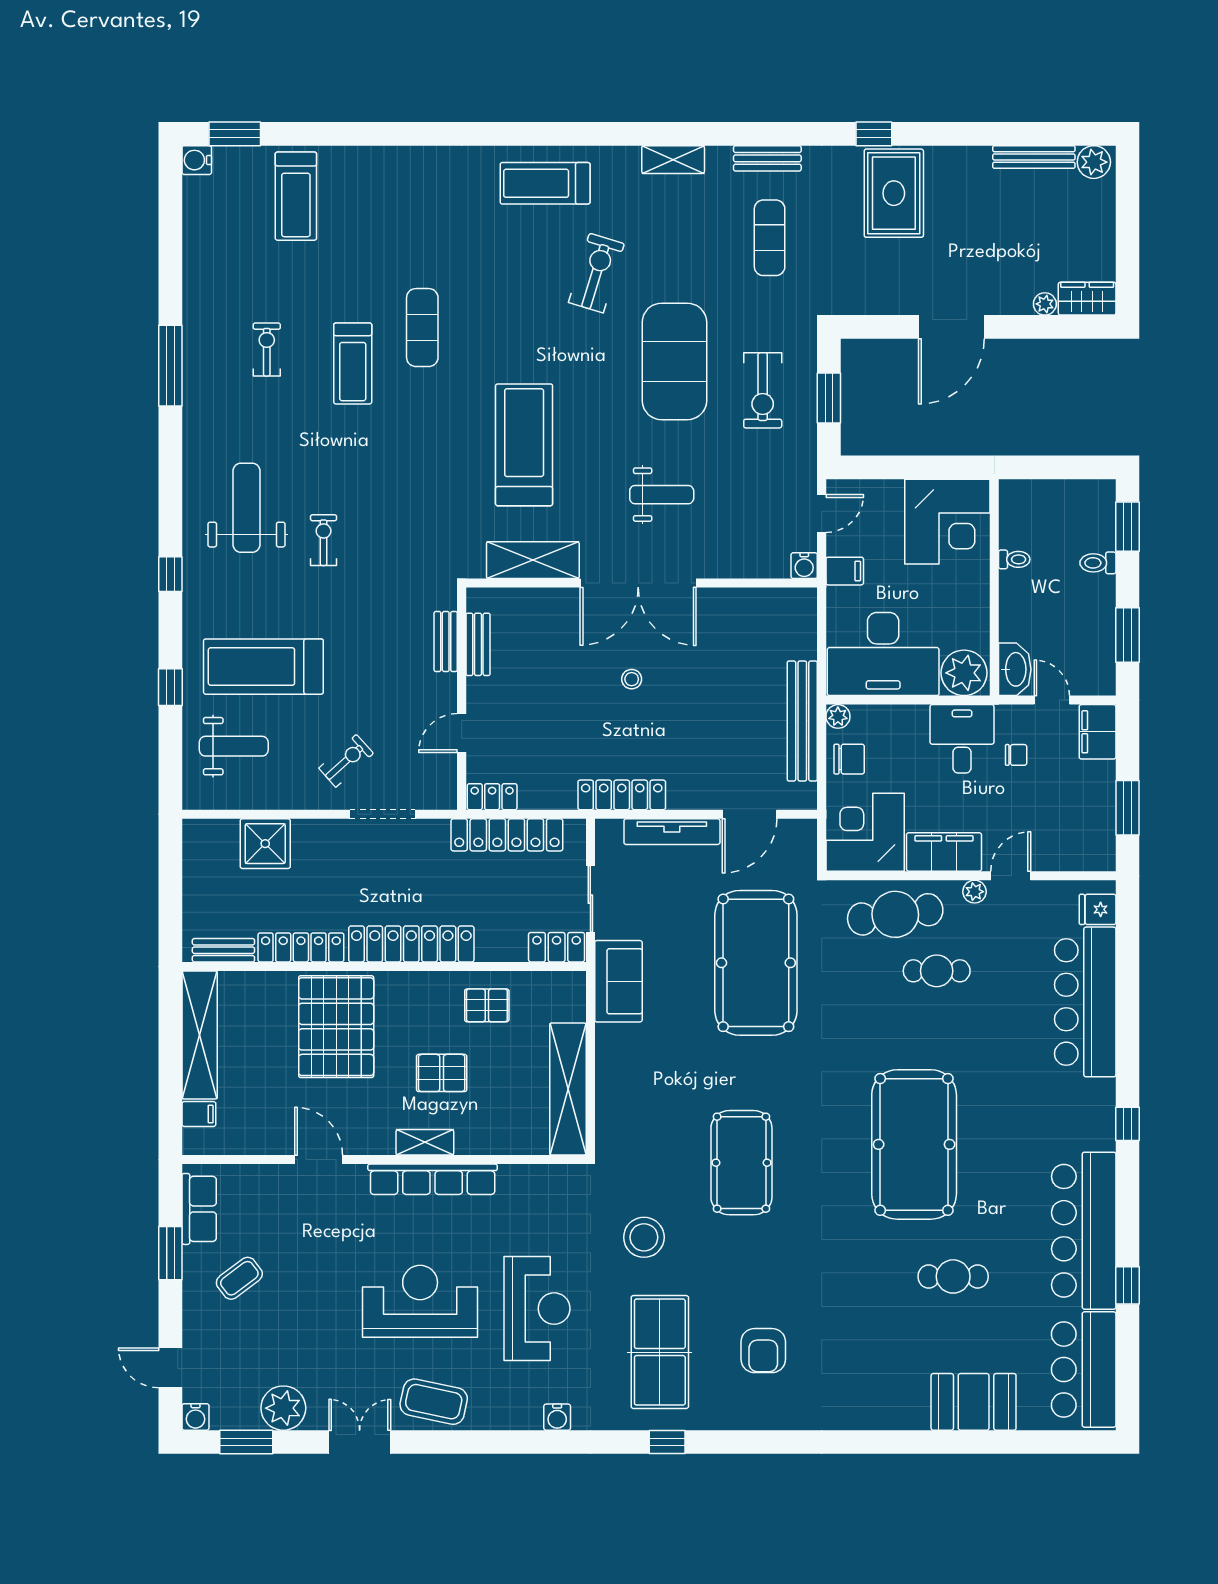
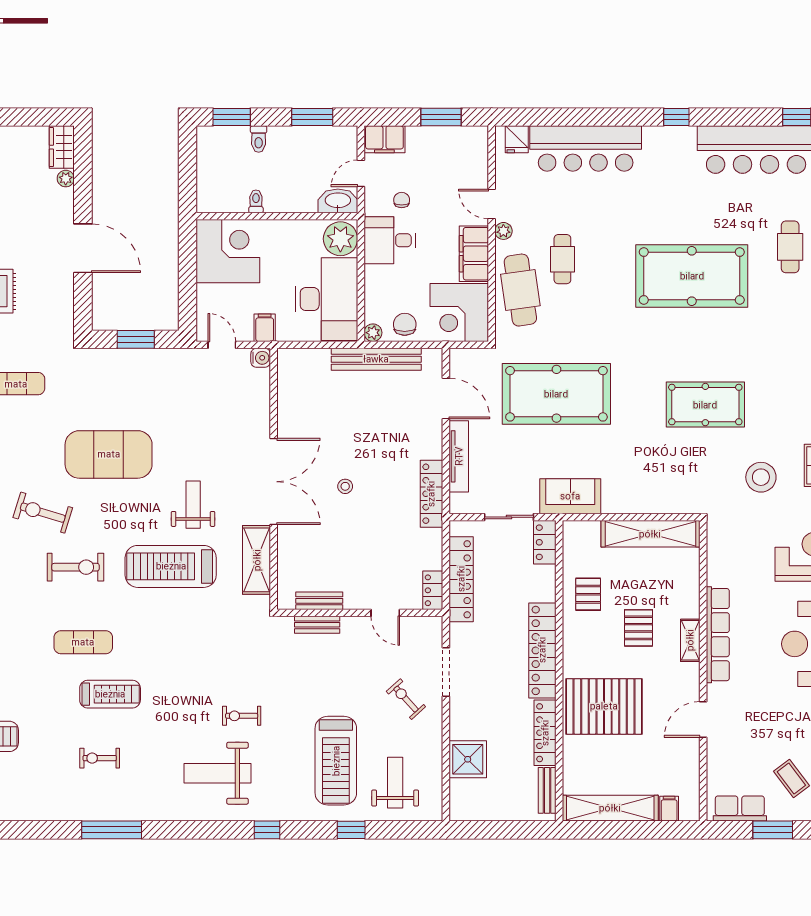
exercise bike: (763, 390) -> (76, 567), moved
weight bench: (662, 495) -> (193, 505), moved

